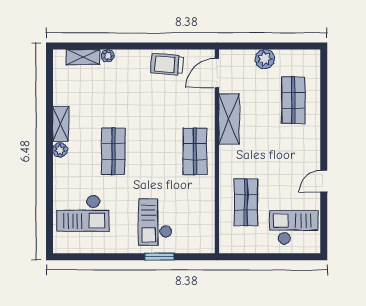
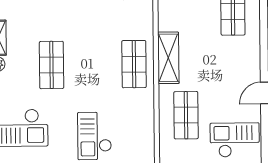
shelving: (229, 119) -> (168, 58), moved

